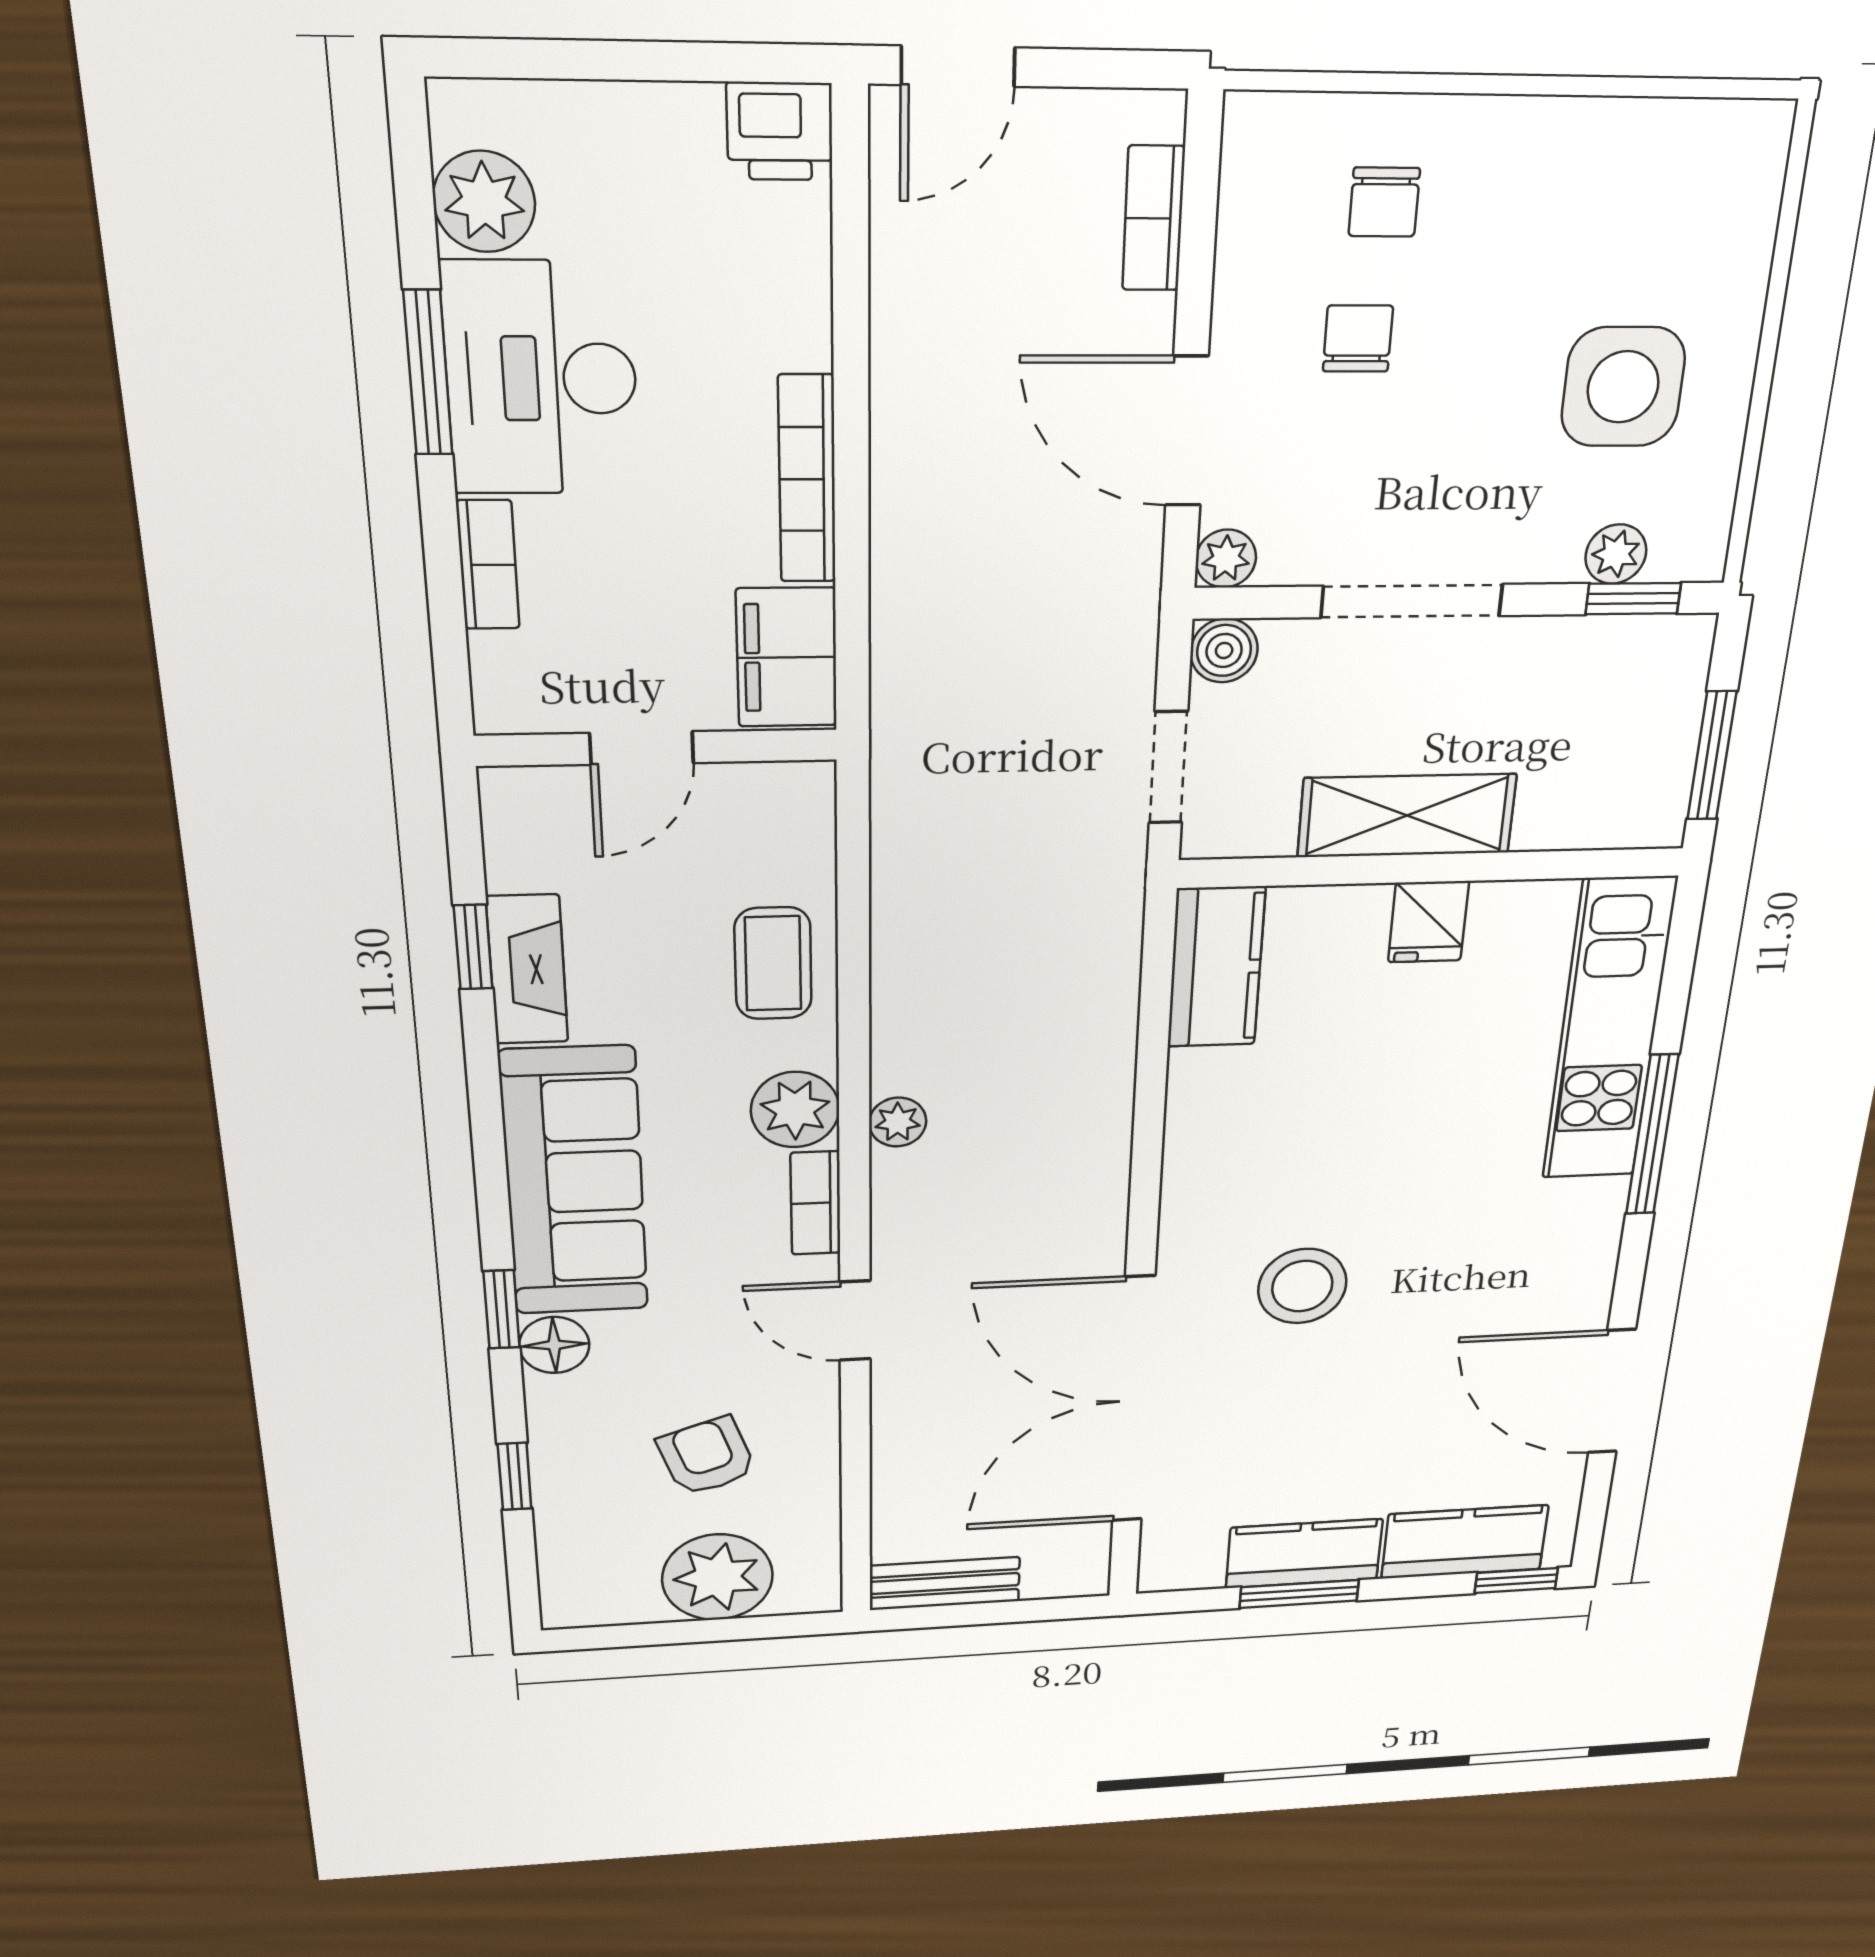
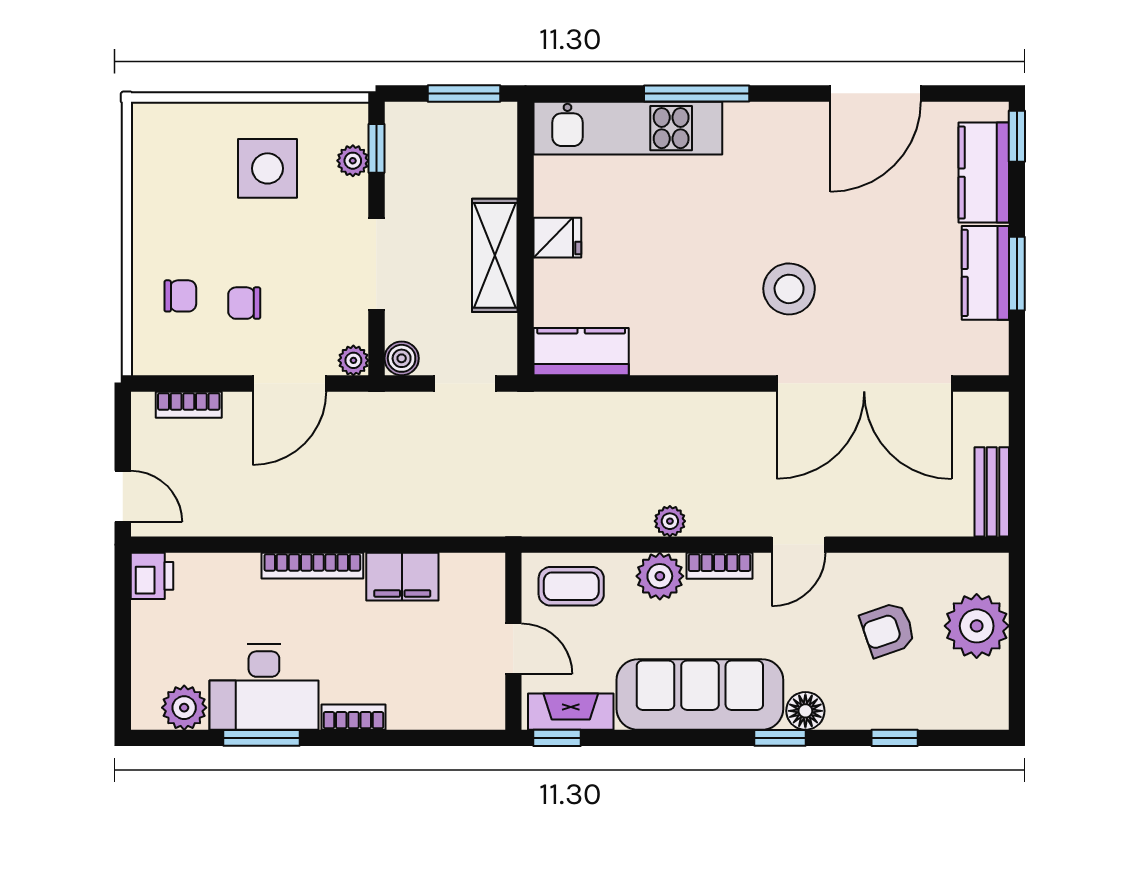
door: (642, 748) -> (513, 649), moved
wall: (657, 748) -> (513, 641), moved

